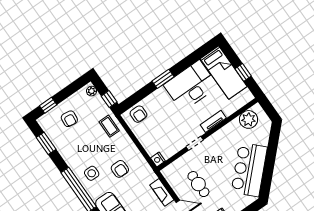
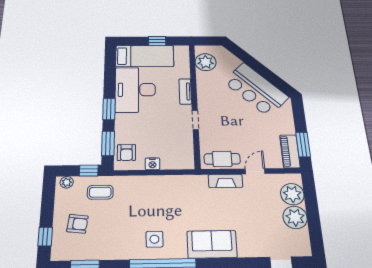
window: (137, 97) -> (108, 143), added
armchair: (139, 114) -> (126, 153), turned 90
coffee table: (109, 126) -> (100, 192), moved
nightstand: (158, 159) -> (152, 164), moved
armchair: (120, 169) -> (171, 207), removed
cafe table: (198, 184) -> (222, 159), moved

